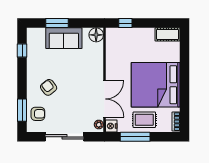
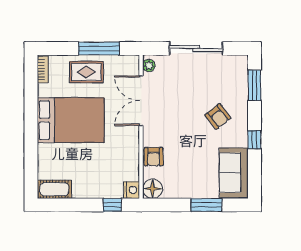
sofa: (64, 38) -> (234, 173), moved, turned -90
window: (22, 50) -> (254, 140), moved
bed: (156, 85) -> (71, 120), width x0.73
armchair: (38, 114) -> (154, 157), moved, turned -90
nightstand: (111, 126) -> (132, 190), moved

